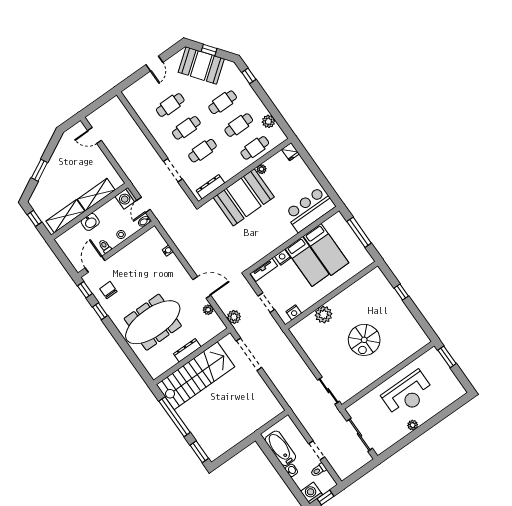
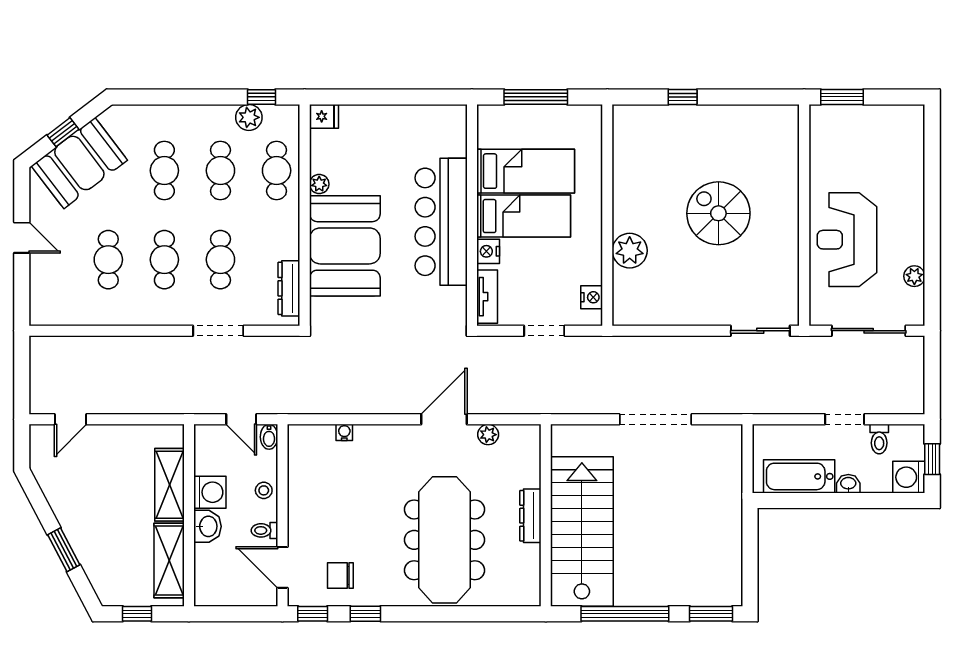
window: (249, 76) -> (261, 97), moved
washing machine: (126, 198) -> (210, 492), moved, turned -90
bar counter: (310, 209) -> (441, 222), moved, width x1.36
plant: (234, 317) -> (530, 401), removed
spiral stairs: (364, 340) -> (718, 213), turned 180
doorway: (249, 354) -> (656, 419), moved
reception desk: (408, 394) -> (847, 240), moved, turned 180
plant: (413, 425) -> (914, 276), moved

